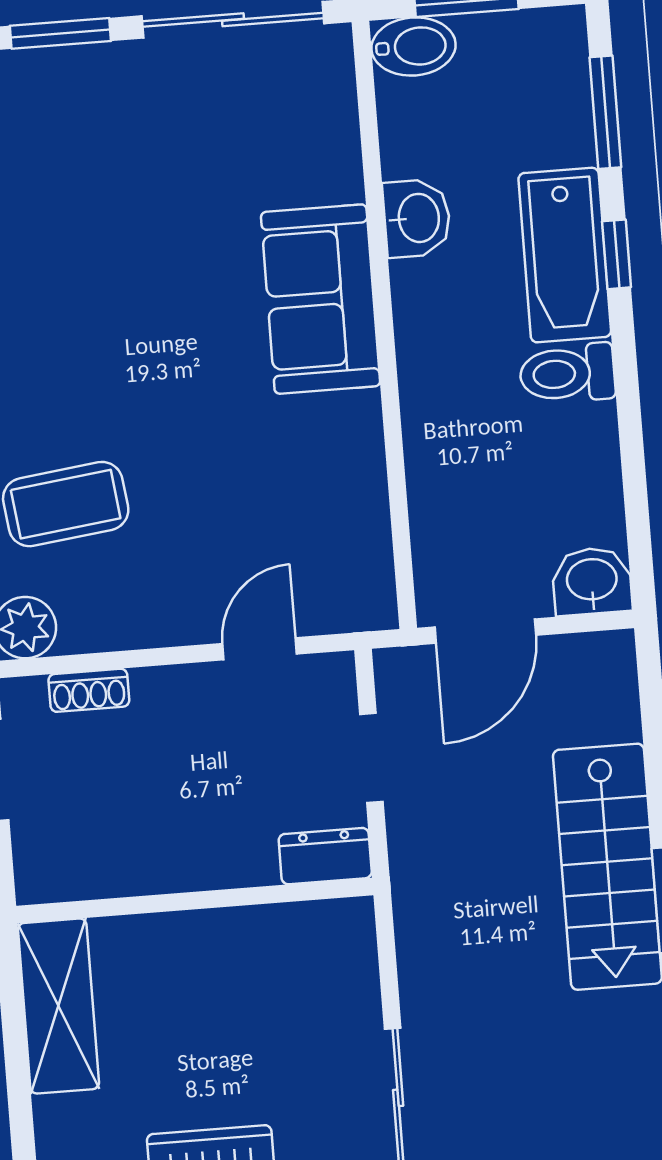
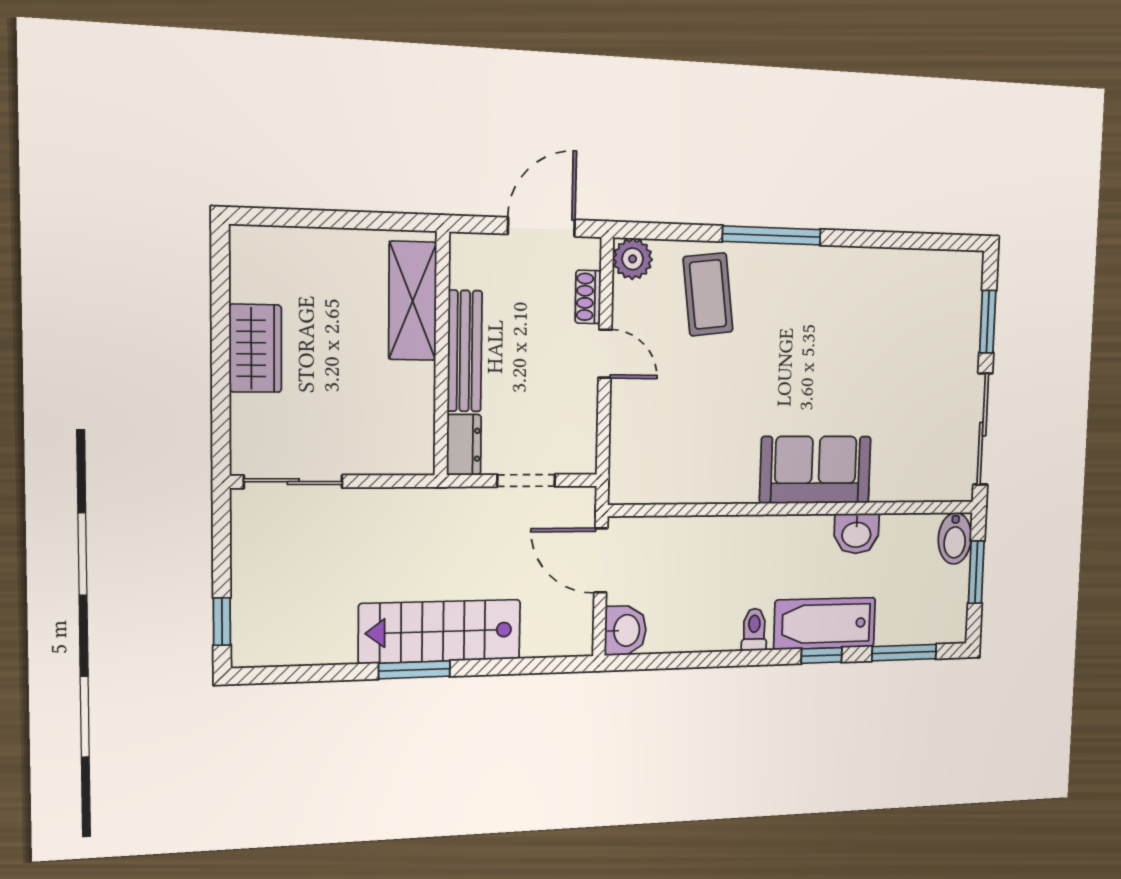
toilet: (567, 373) -> (754, 630), width x0.73, depth x0.72
door: (260, 649) -> (605, 354), moved
bench: (187, 867) -> (465, 351), added
shelving: (58, 1006) -> (413, 301), moved, turned 90

